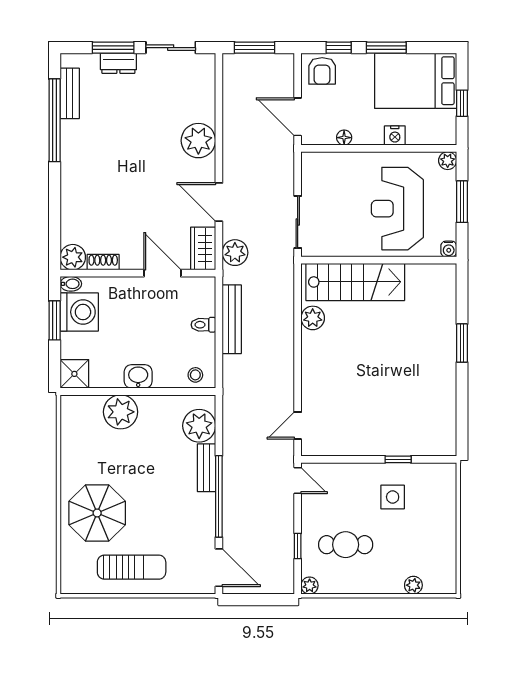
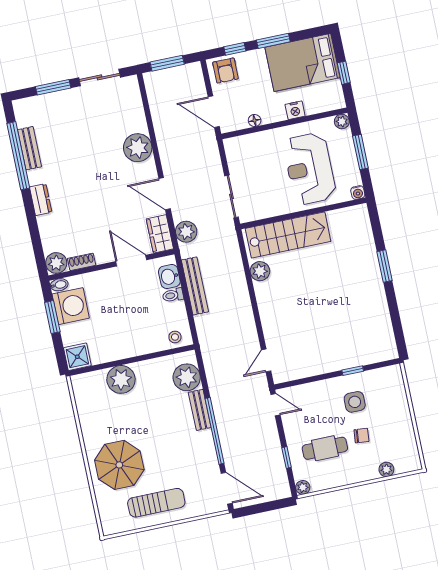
dresser: (118, 63) -> (41, 200), moved, turned -90
bench: (70, 93) -> (29, 148), moved
washbasin: (138, 376) -> (169, 276), moved, turned -90
chair: (392, 539) -> (361, 436), added

